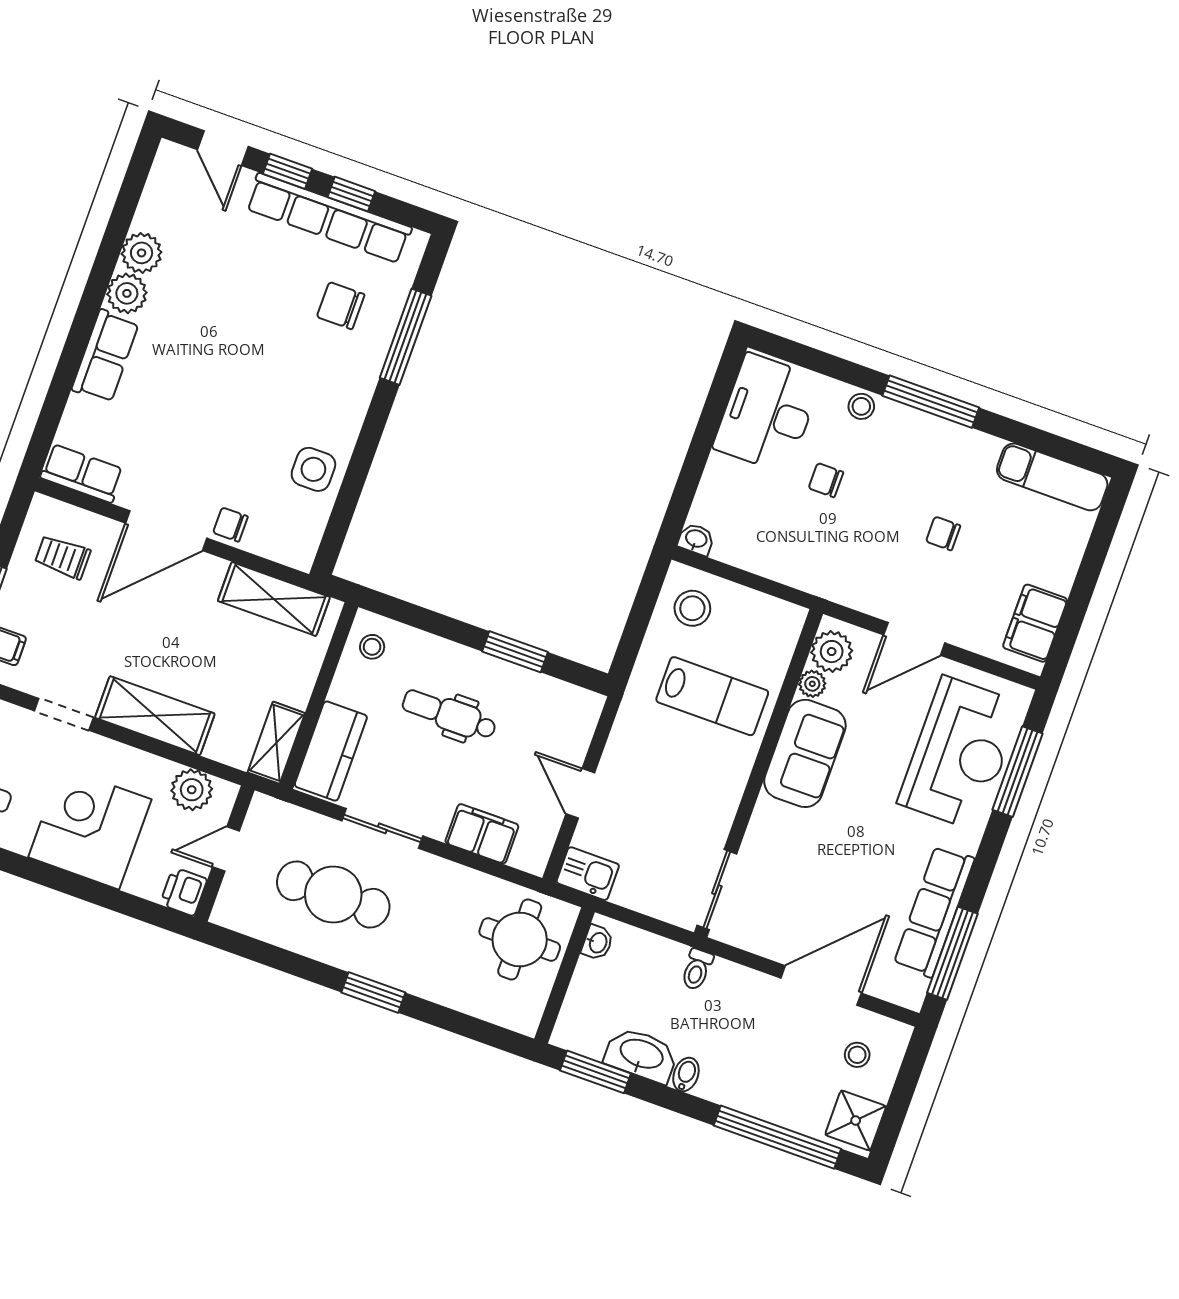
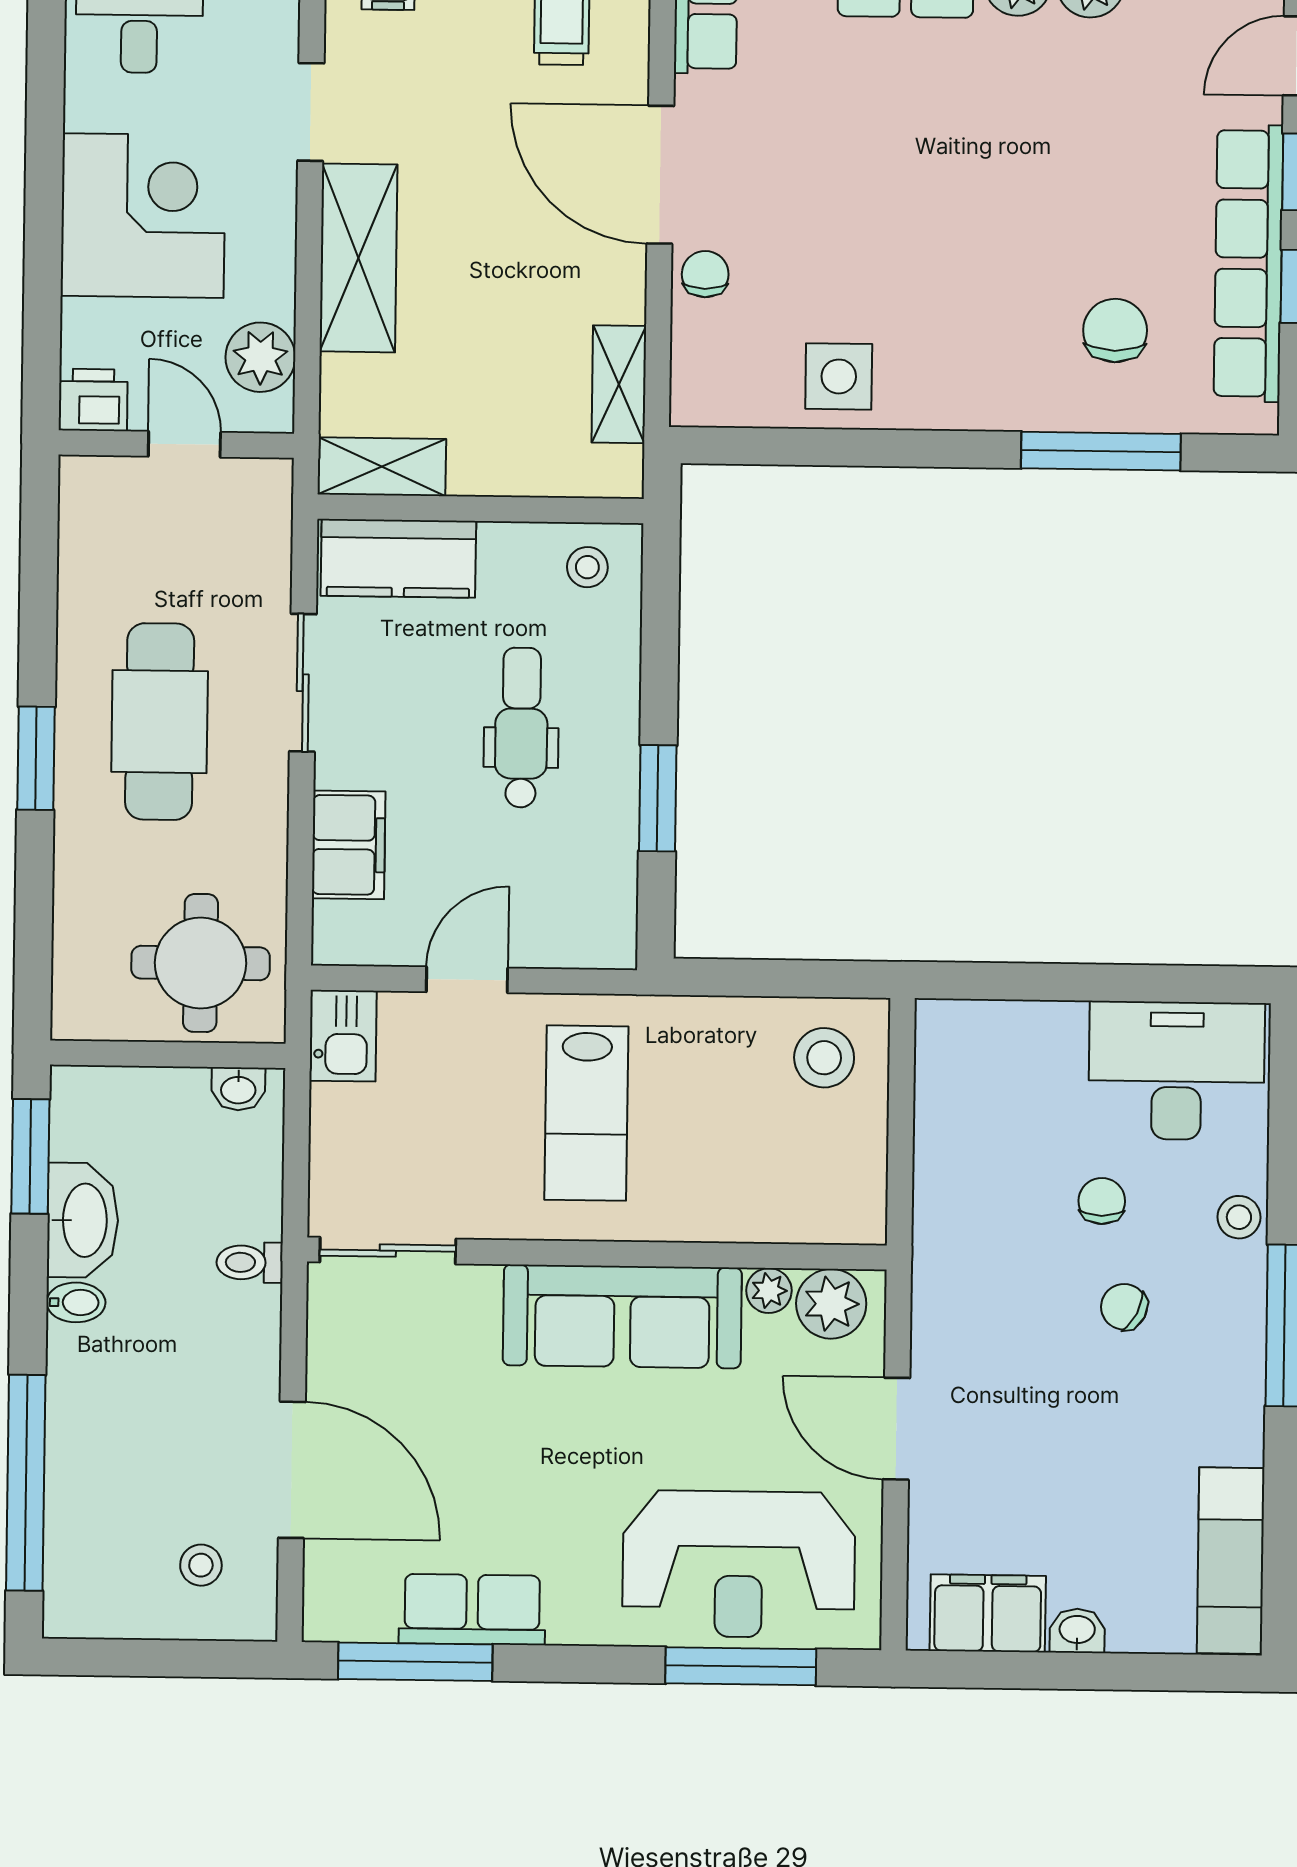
chair: (943, 533) -> (1124, 1307), moved, turned -63
washbasin: (696, 539) -> (1077, 1631), moved, turned -90
shelving: (274, 599) -> (619, 384), width x0.67, depth x0.75
lab bench: (712, 696) -> (586, 1113), moved
sofa: (805, 753) -> (622, 1316), width x1.36
cafe table: (333, 895) -> (160, 722), moved
row of seats: (934, 911) -> (472, 1610), width x0.68
shower: (856, 1120) -> (95, 1599), removed

